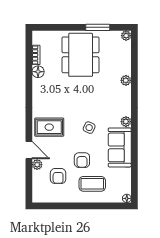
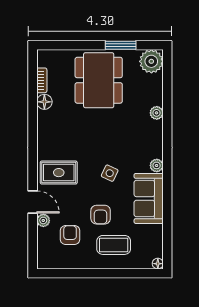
plant: (126, 36) -> (151, 61), width x1.88, depth x1.88
armchair: (58, 176) -> (70, 235), turned 180

